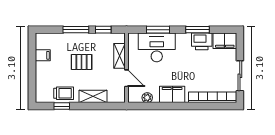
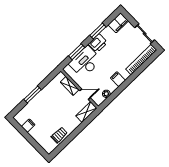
window: (103, 30) -> (47, 80), removed
printer: (202, 41) -> (98, 43), moved
pallet: (82, 62) -> (52, 109), removed
filing cabinet: (172, 94) -> (118, 79), width x0.50
shelving: (93, 96) -> (86, 112), moved
window: (62, 106) -> (65, 143), removed

